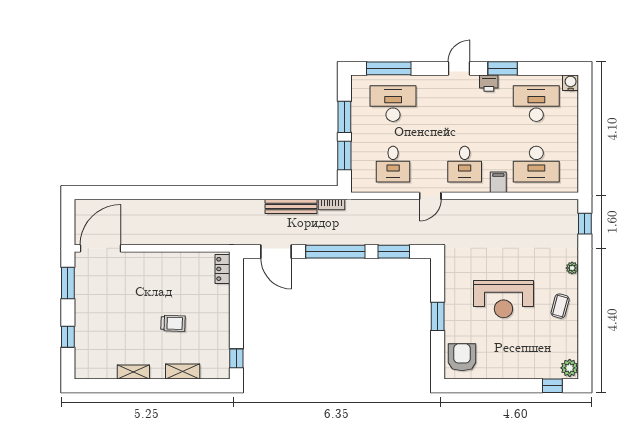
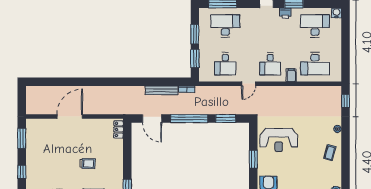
door: (100, 248) -> (70, 117), moved
reception desk: (503, 299) -> (279, 140), moved

